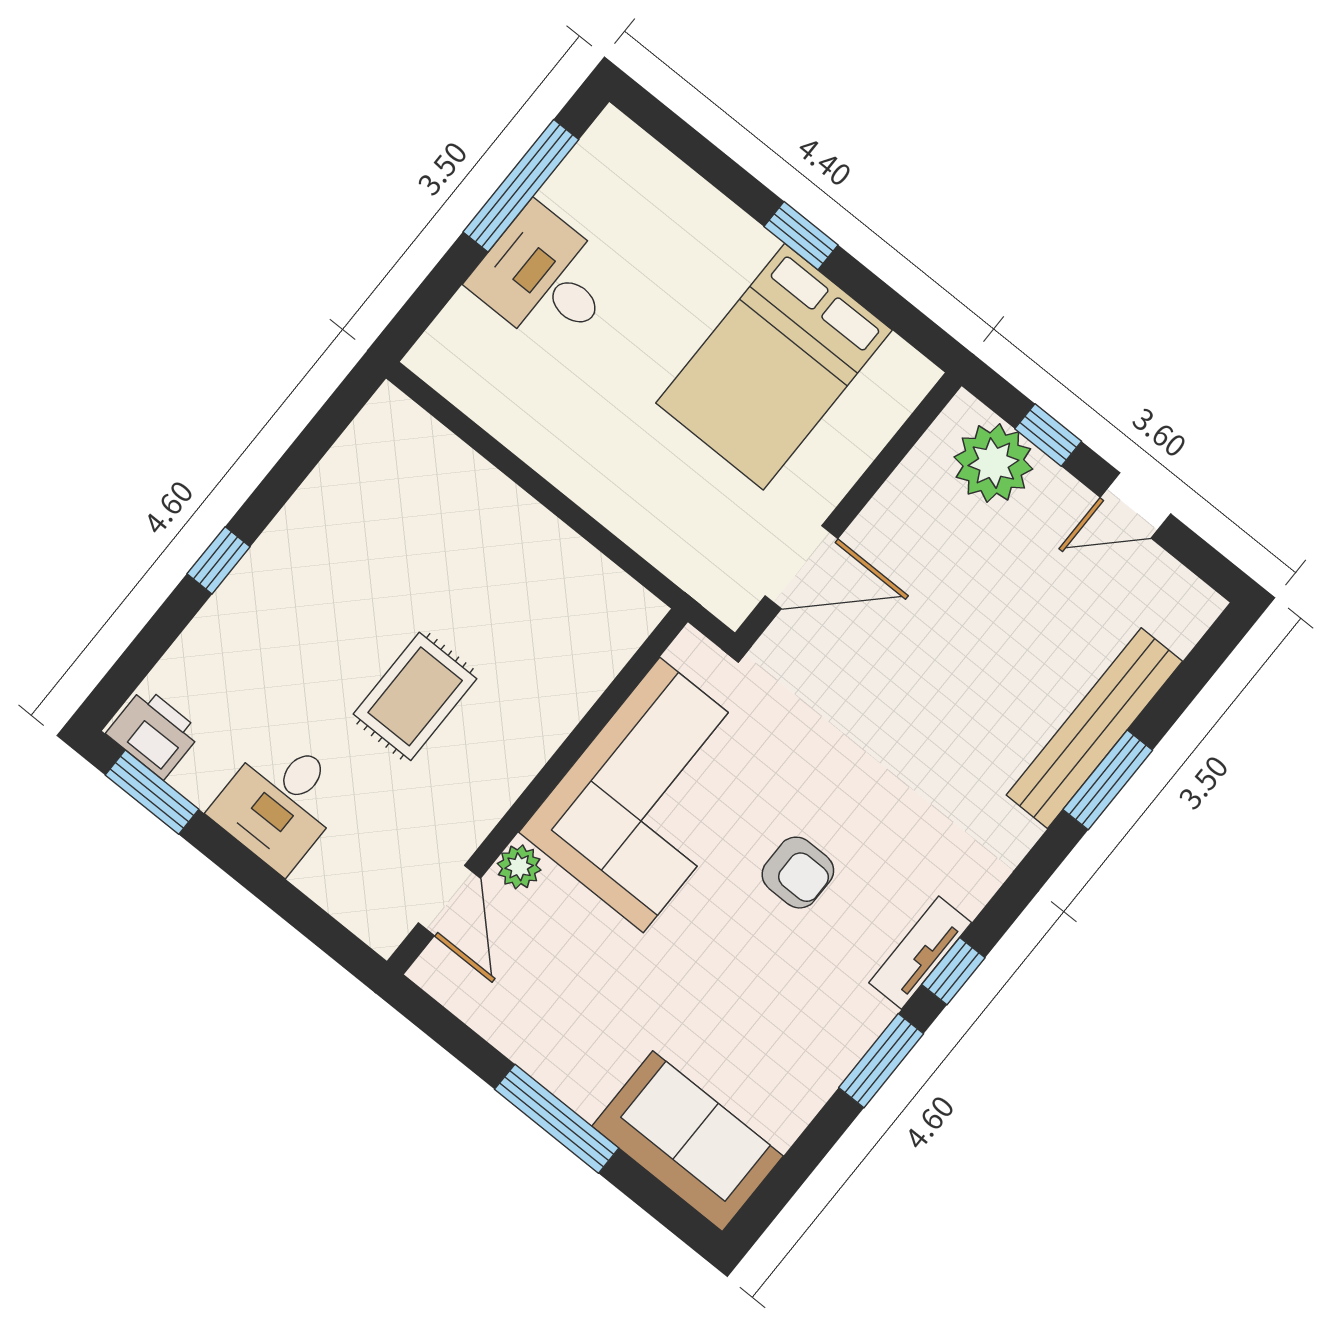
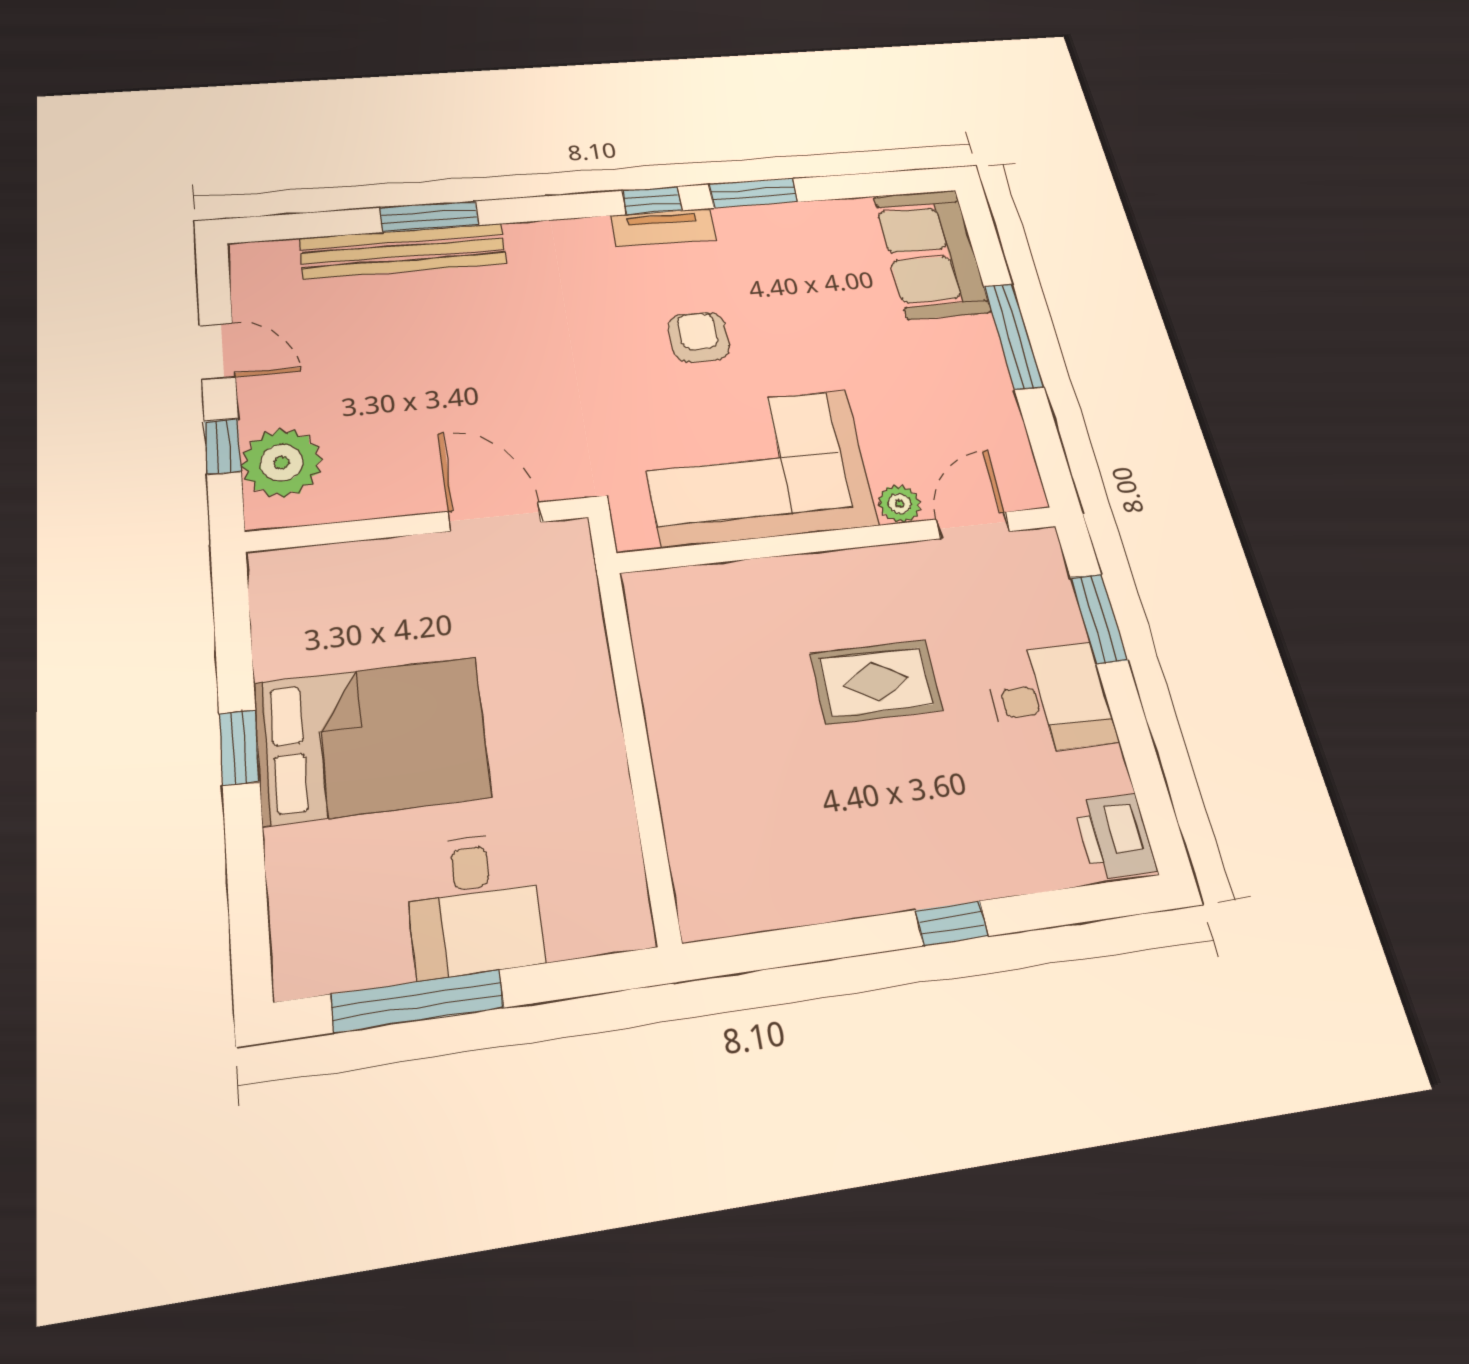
bed: (774, 367) -> (372, 740), moved
window: (152, 792) -> (1099, 619), moved

